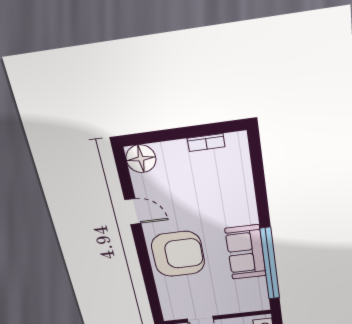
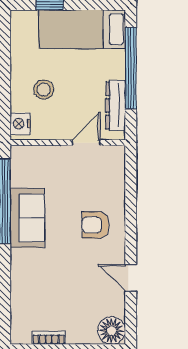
armchair: (178, 254) -> (95, 225), width x0.53, depth x0.53

